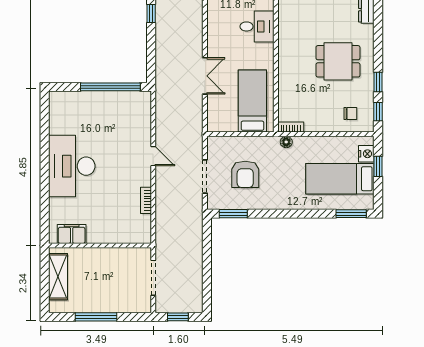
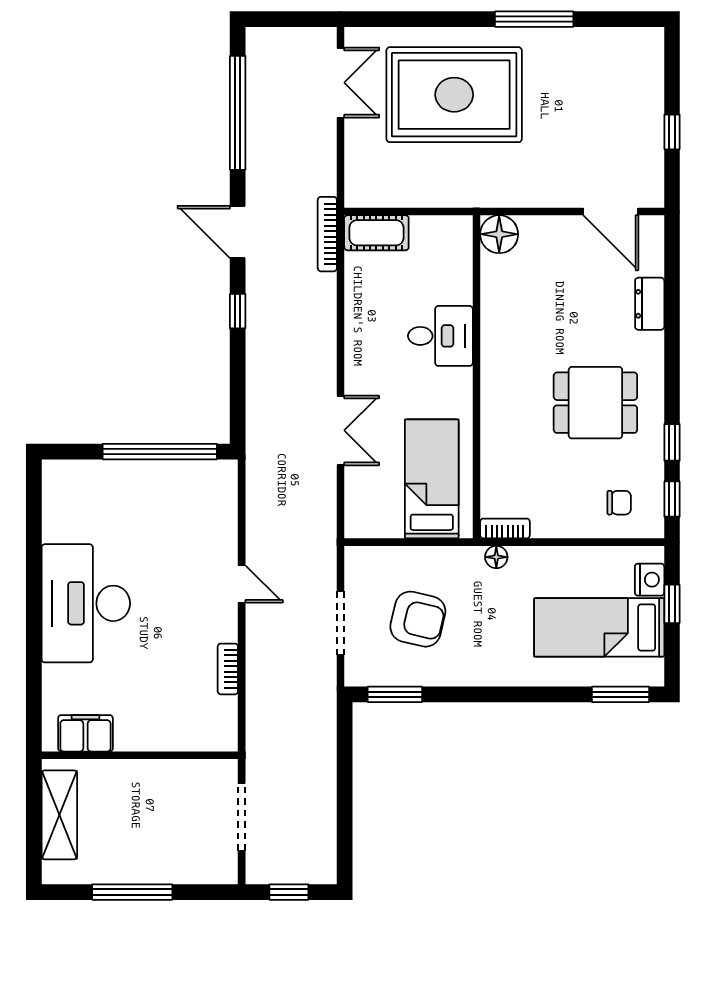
armchair: (245, 174) -> (418, 619), turned -77

